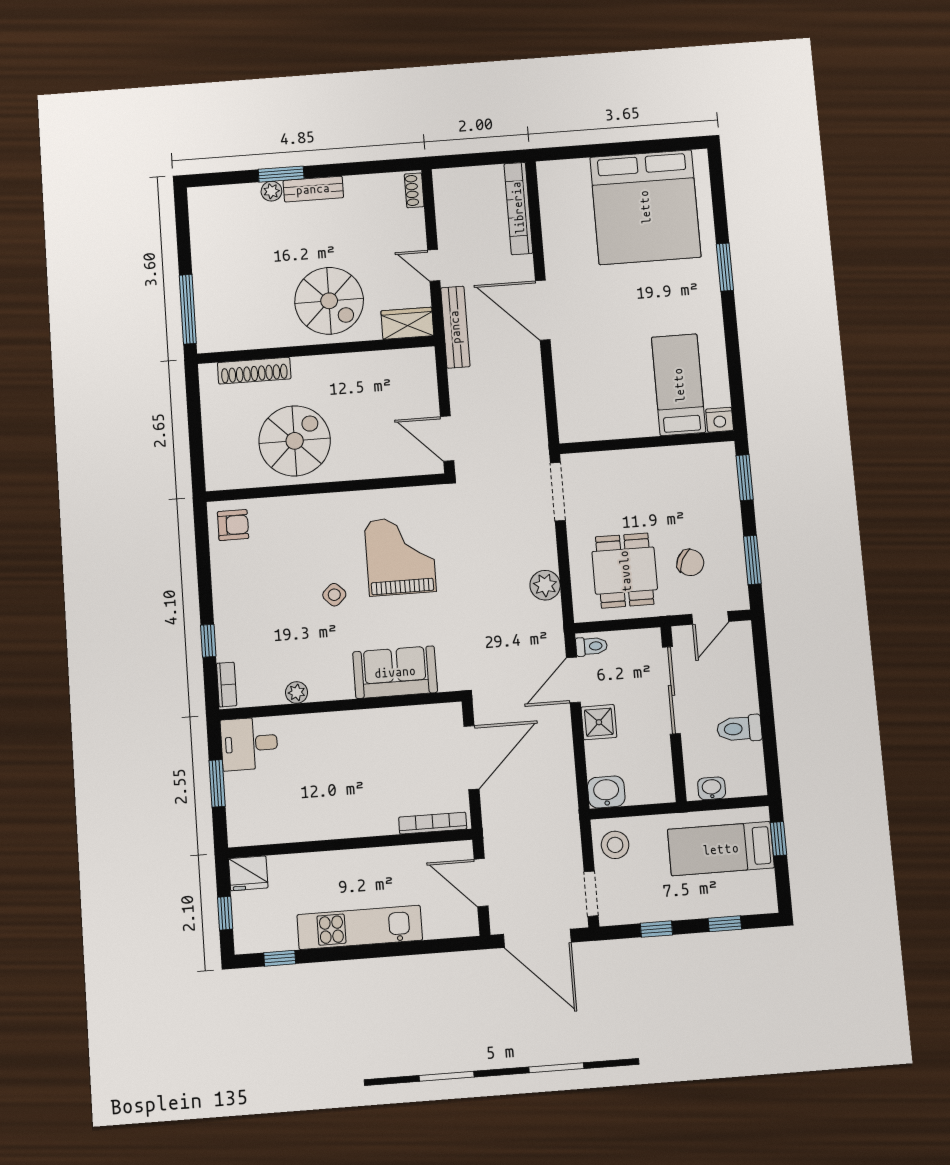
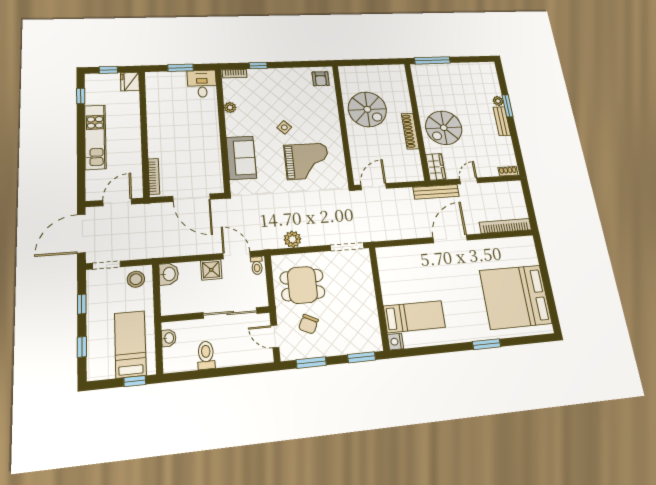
shoe rack: (254, 371) -> (410, 131), moved

